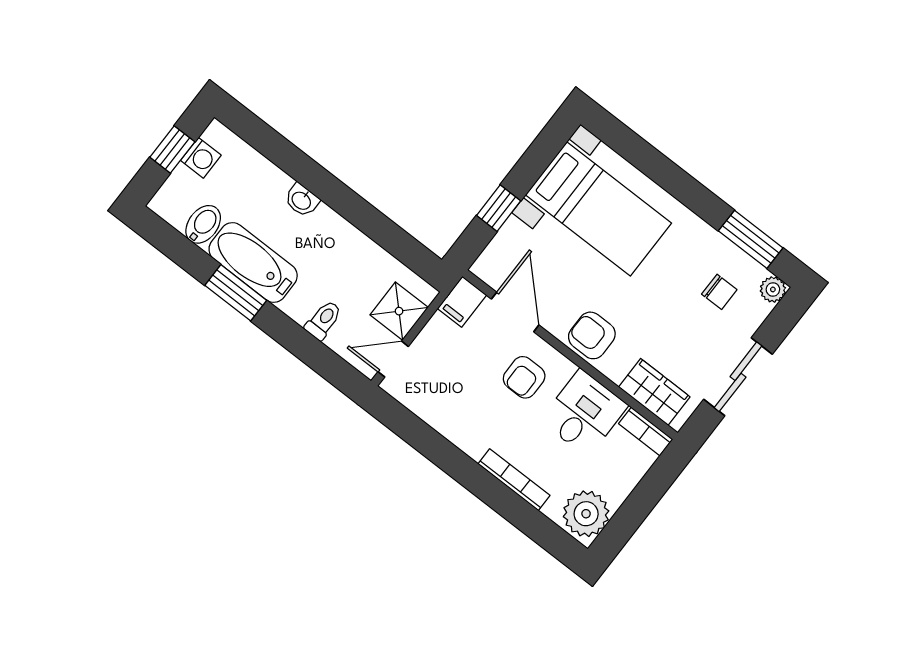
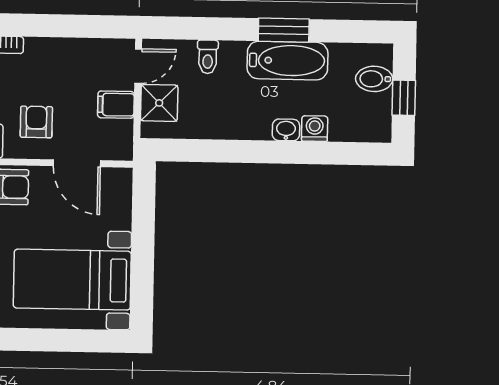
washing machine: (201, 158) -> (315, 129), moved, turned 90
window: (499, 208) -> (143, 228), removed
bidet: (203, 224) -> (374, 79), moved, turned 90
filing cabinet: (462, 302) -> (116, 105), moved, turned -90

